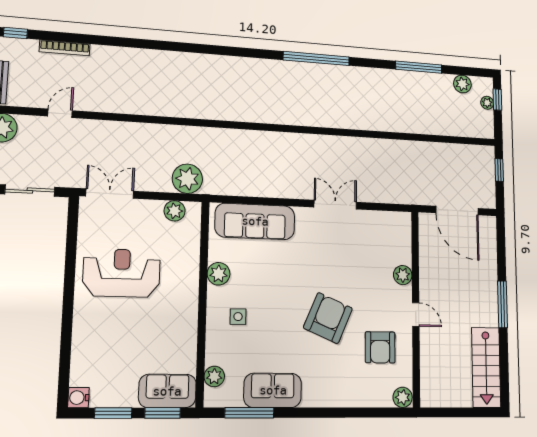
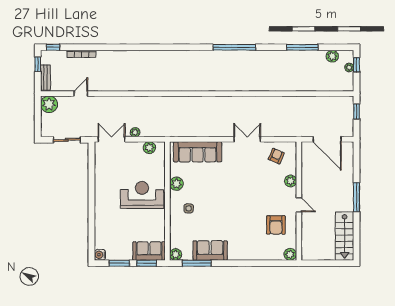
plant: (187, 179) -> (135, 132), moved, width x0.53, depth x0.53
reception desk: (122, 273) -> (142, 195), moved
armchair: (328, 318) -> (276, 156), moved, width x0.53, depth x0.53
plant: (214, 376) -> (176, 254), moved

